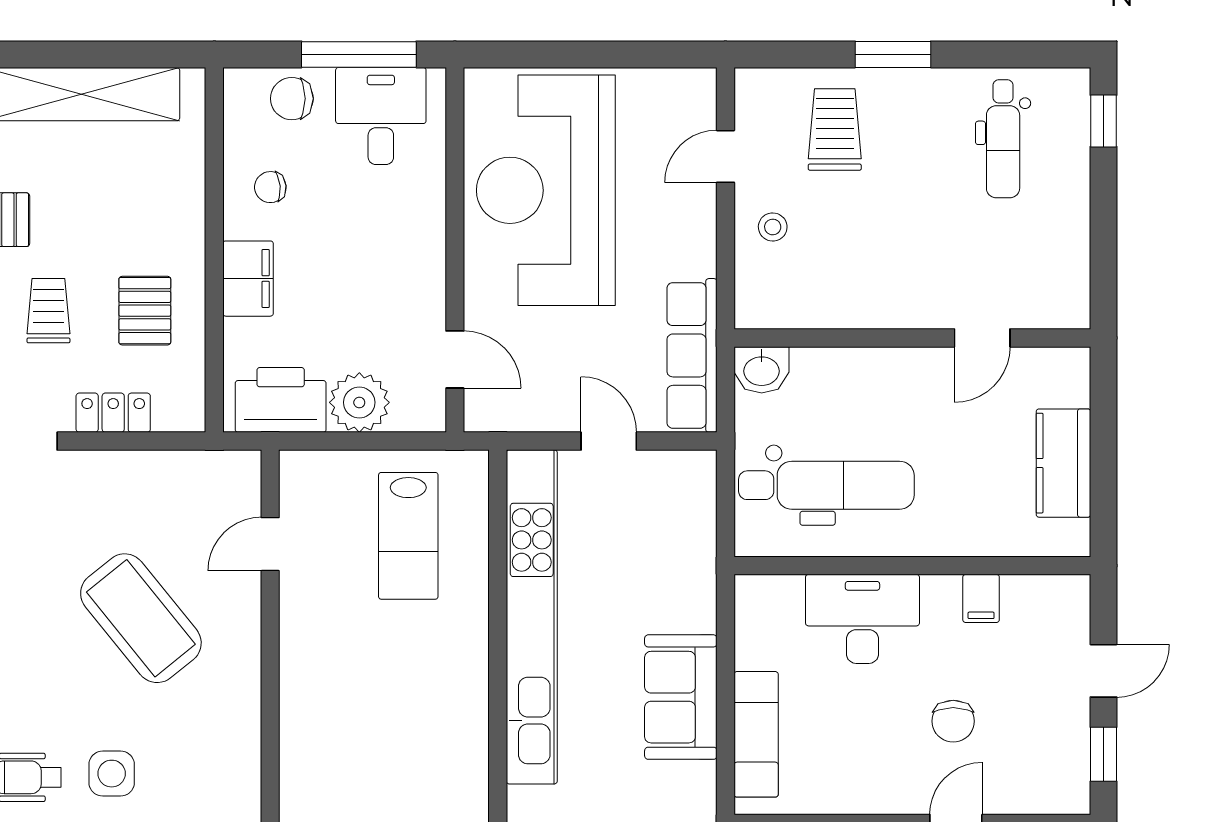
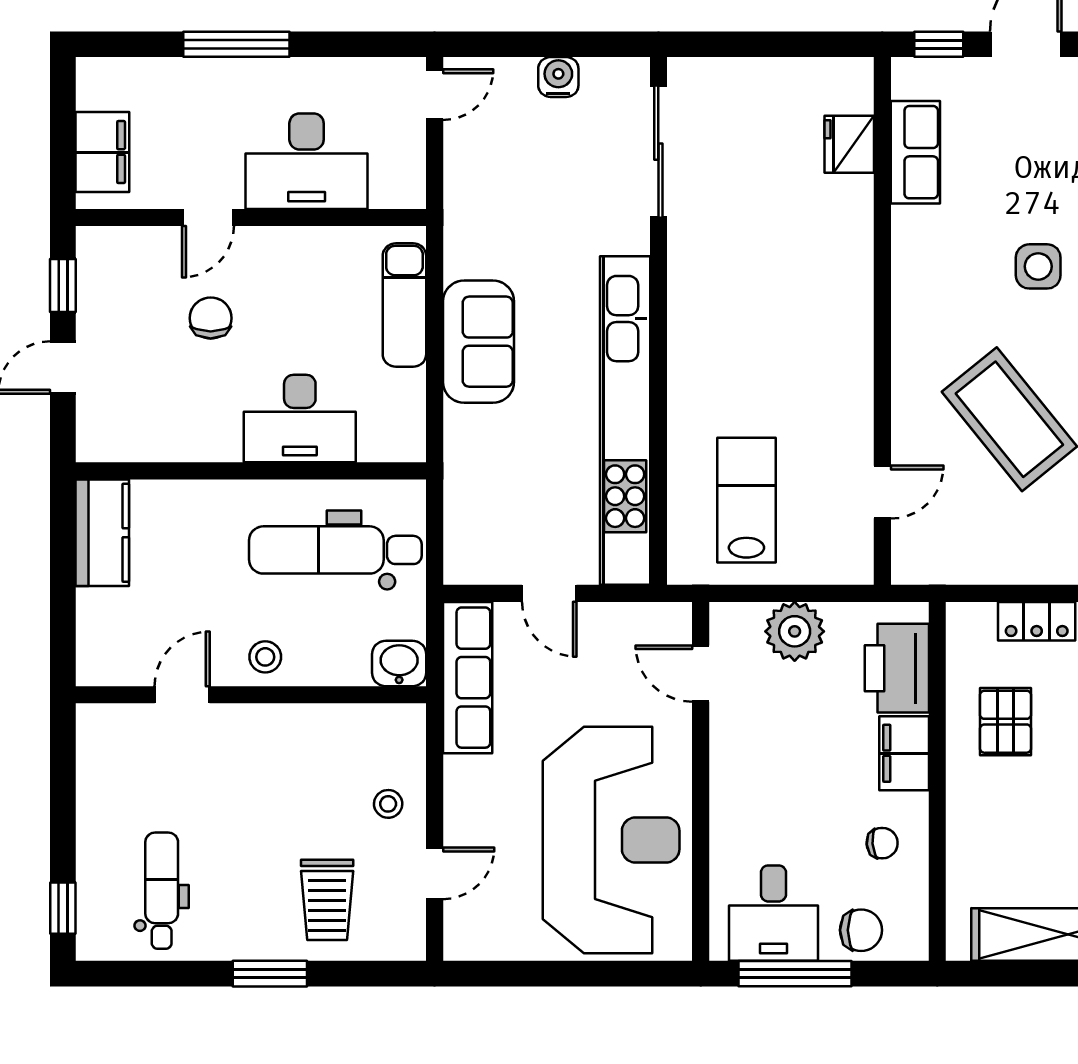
stool: (898, 377) -> (265, 657), added
printer: (281, 400) -> (897, 668), moved, turned 90
kitchen counter: (1063, 463) -> (102, 533), moved
filing cabinet: (981, 598) -> (183, 439), removed

